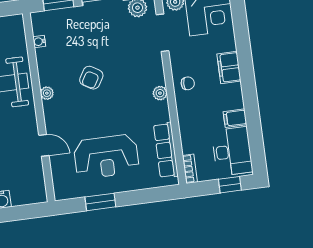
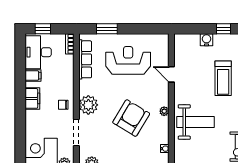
doorway: (163, 33) -> (76, 132), moved
filing cabinet: (229, 67) -> (32, 98), moved
armchair: (91, 78) -> (131, 118), width x1.88, depth x1.88
plant: (160, 93) -> (88, 105), width x1.87, depth x1.87
window: (100, 202) -> (107, 29), moved

